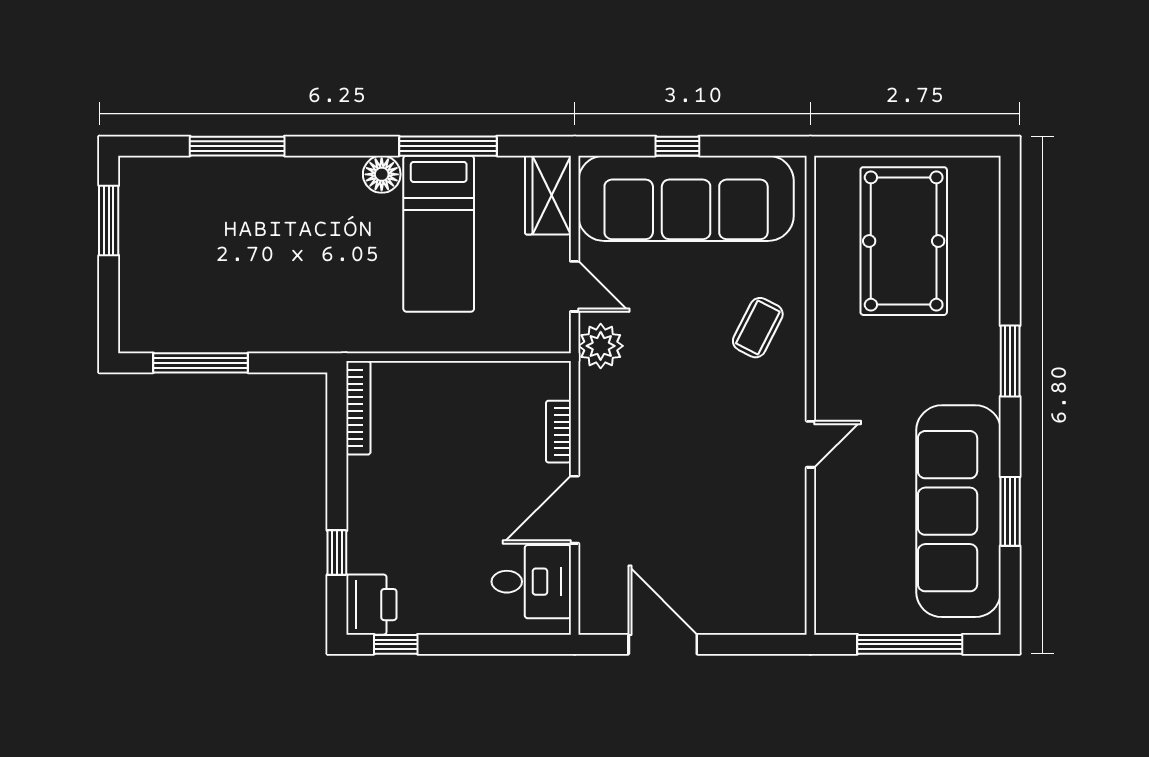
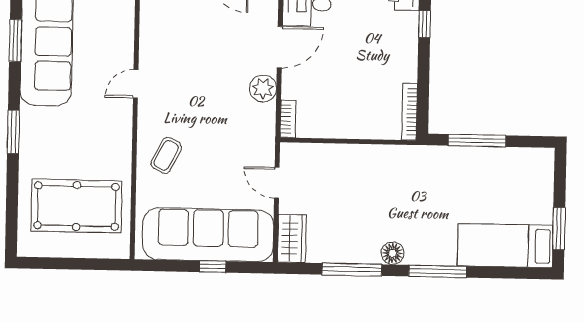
window: (237, 146) -> (438, 271), moved
bed: (439, 234) -> (505, 246), moved, turned -90
pool table: (904, 241) -> (77, 206), turned 90
plant: (601, 346) -> (263, 88), moved
window: (201, 363) -> (477, 140), moved
bookcase: (558, 432) -> (288, 119), moved

